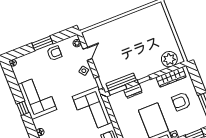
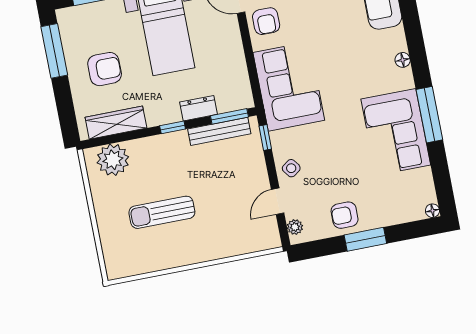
sun lounger: (141, 39) -> (162, 212), added
window: (23, 108) -> (429, 115), width x2.17

